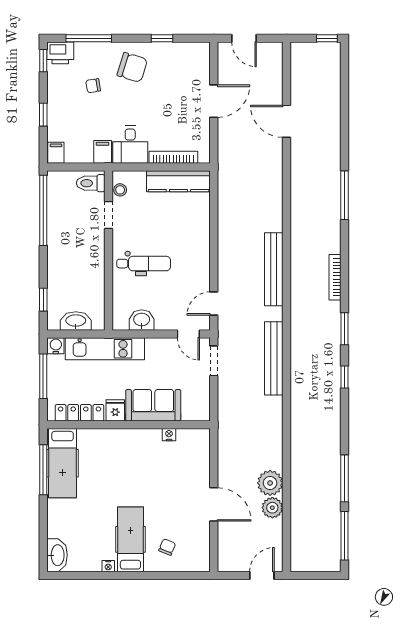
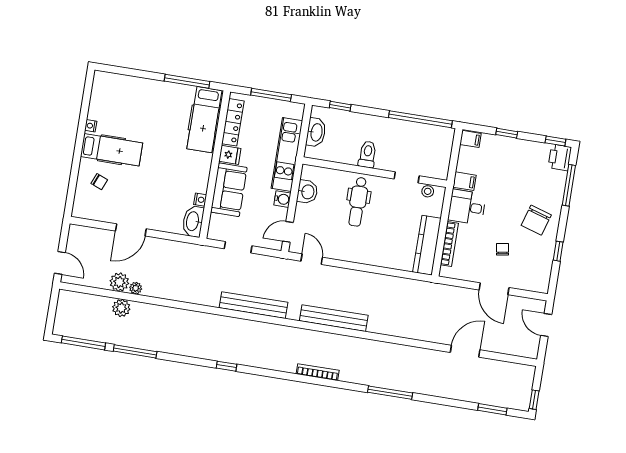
door: (244, 38) -> (546, 325), hinge flipped
chair: (93, 86) -> (503, 249), moved
toilet: (91, 183) -> (367, 154), moved
window: (345, 329) -> (492, 409), moved
water cooler: (56, 346) -> (282, 199), moved
doorway: (214, 361) -> (238, 247), moved
hospital bed: (63, 463) -> (204, 120), moved, turned -90
plant: (270, 483) -> (136, 288), width x0.53, depth x0.53
plant: (300, 501) -> (121, 308), added
washbasin: (57, 555) -> (193, 221), moved, turned 90

